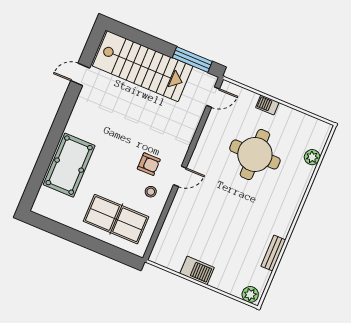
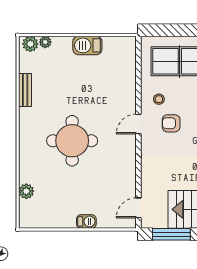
round table: (255, 154) -> (72, 141), moved
plant: (235, 290) -> (45, 42), added

